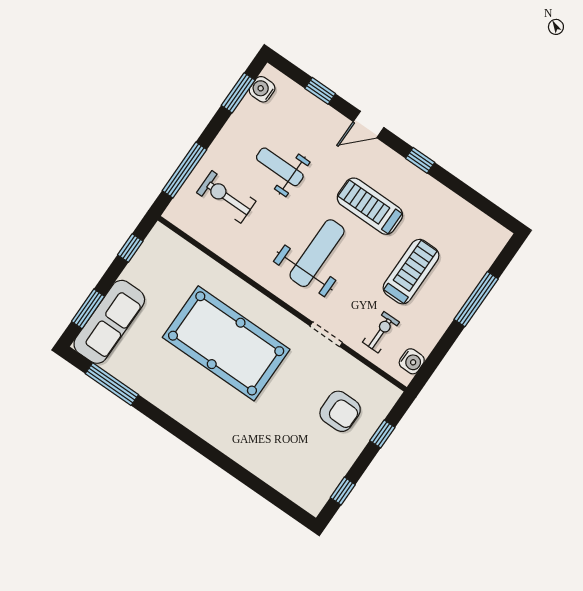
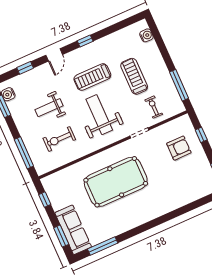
exercise bike: (226, 197) -> (59, 139), moved
window: (476, 299) -> (179, 85), moved
water cooler: (412, 361) -> (146, 35), moved

